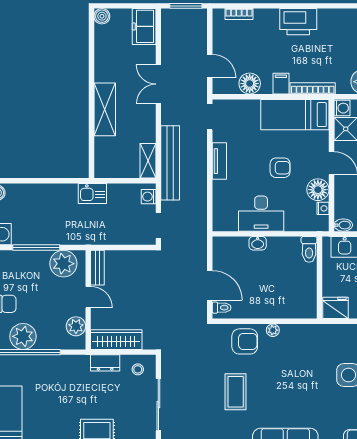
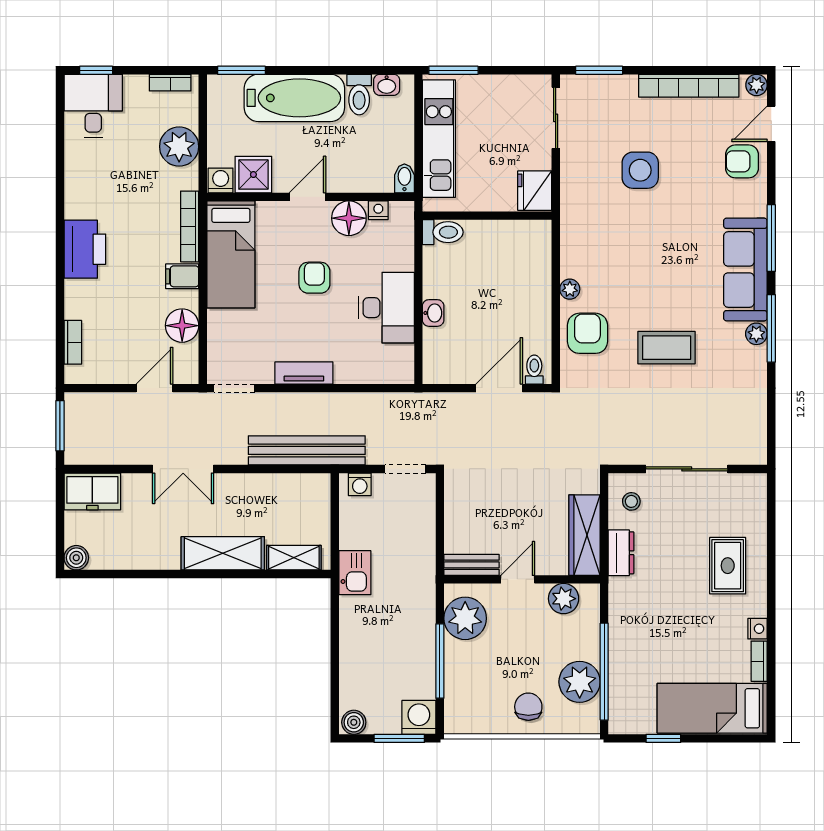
shelving: (148, 161) -> (294, 558), moved

